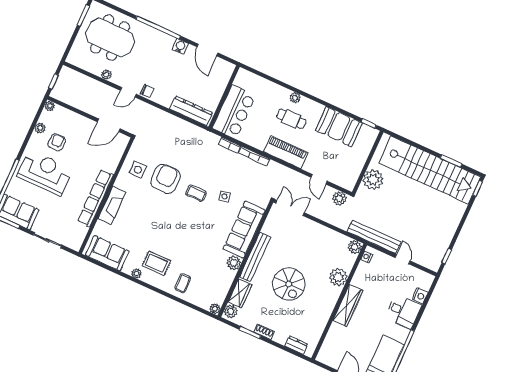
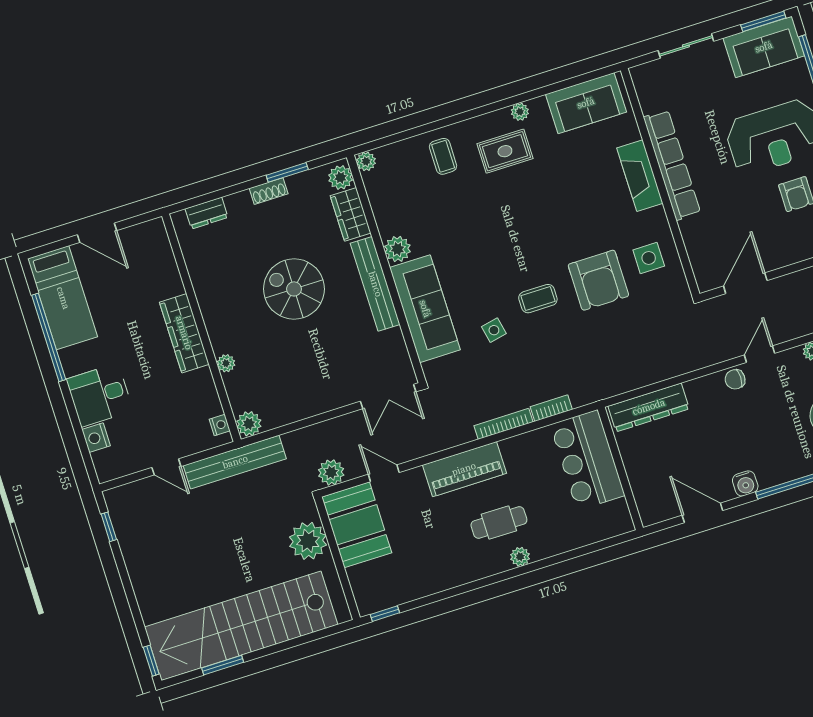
booth: (339, 127) -> (357, 525), moved, turned 90
plant: (338, 277) -> (226, 363), width x0.53, depth x0.53

